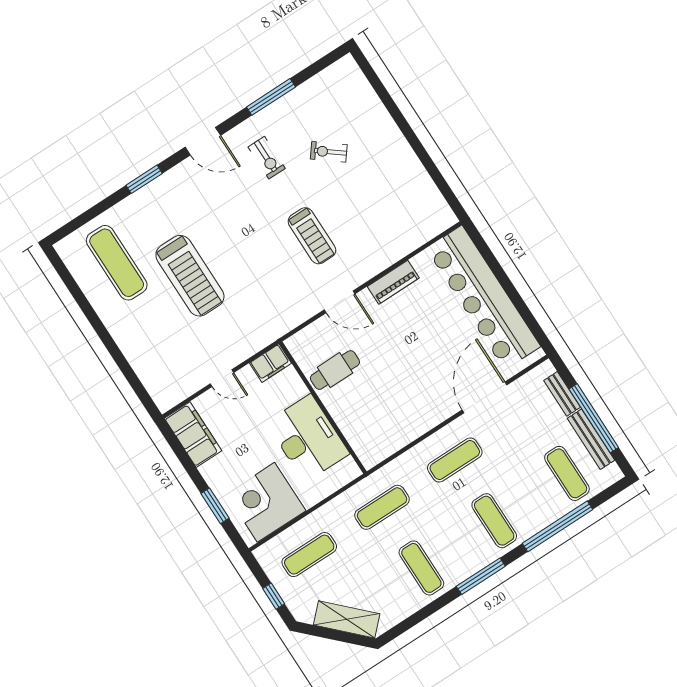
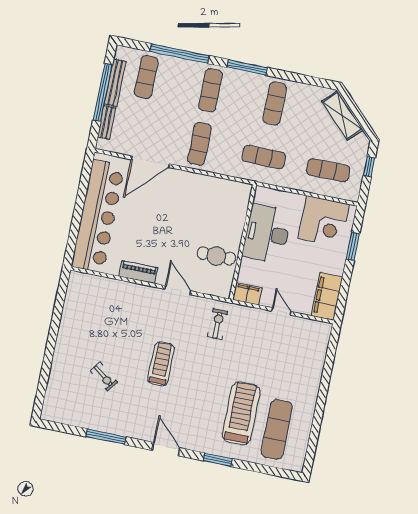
exercise bike: (267, 158) -> (217, 324), moved
treadmill: (312, 236) -> (161, 364), moved
treadmill: (190, 276) -> (241, 413), moved
exercise mat: (455, 460) -> (200, 144), turned 90

